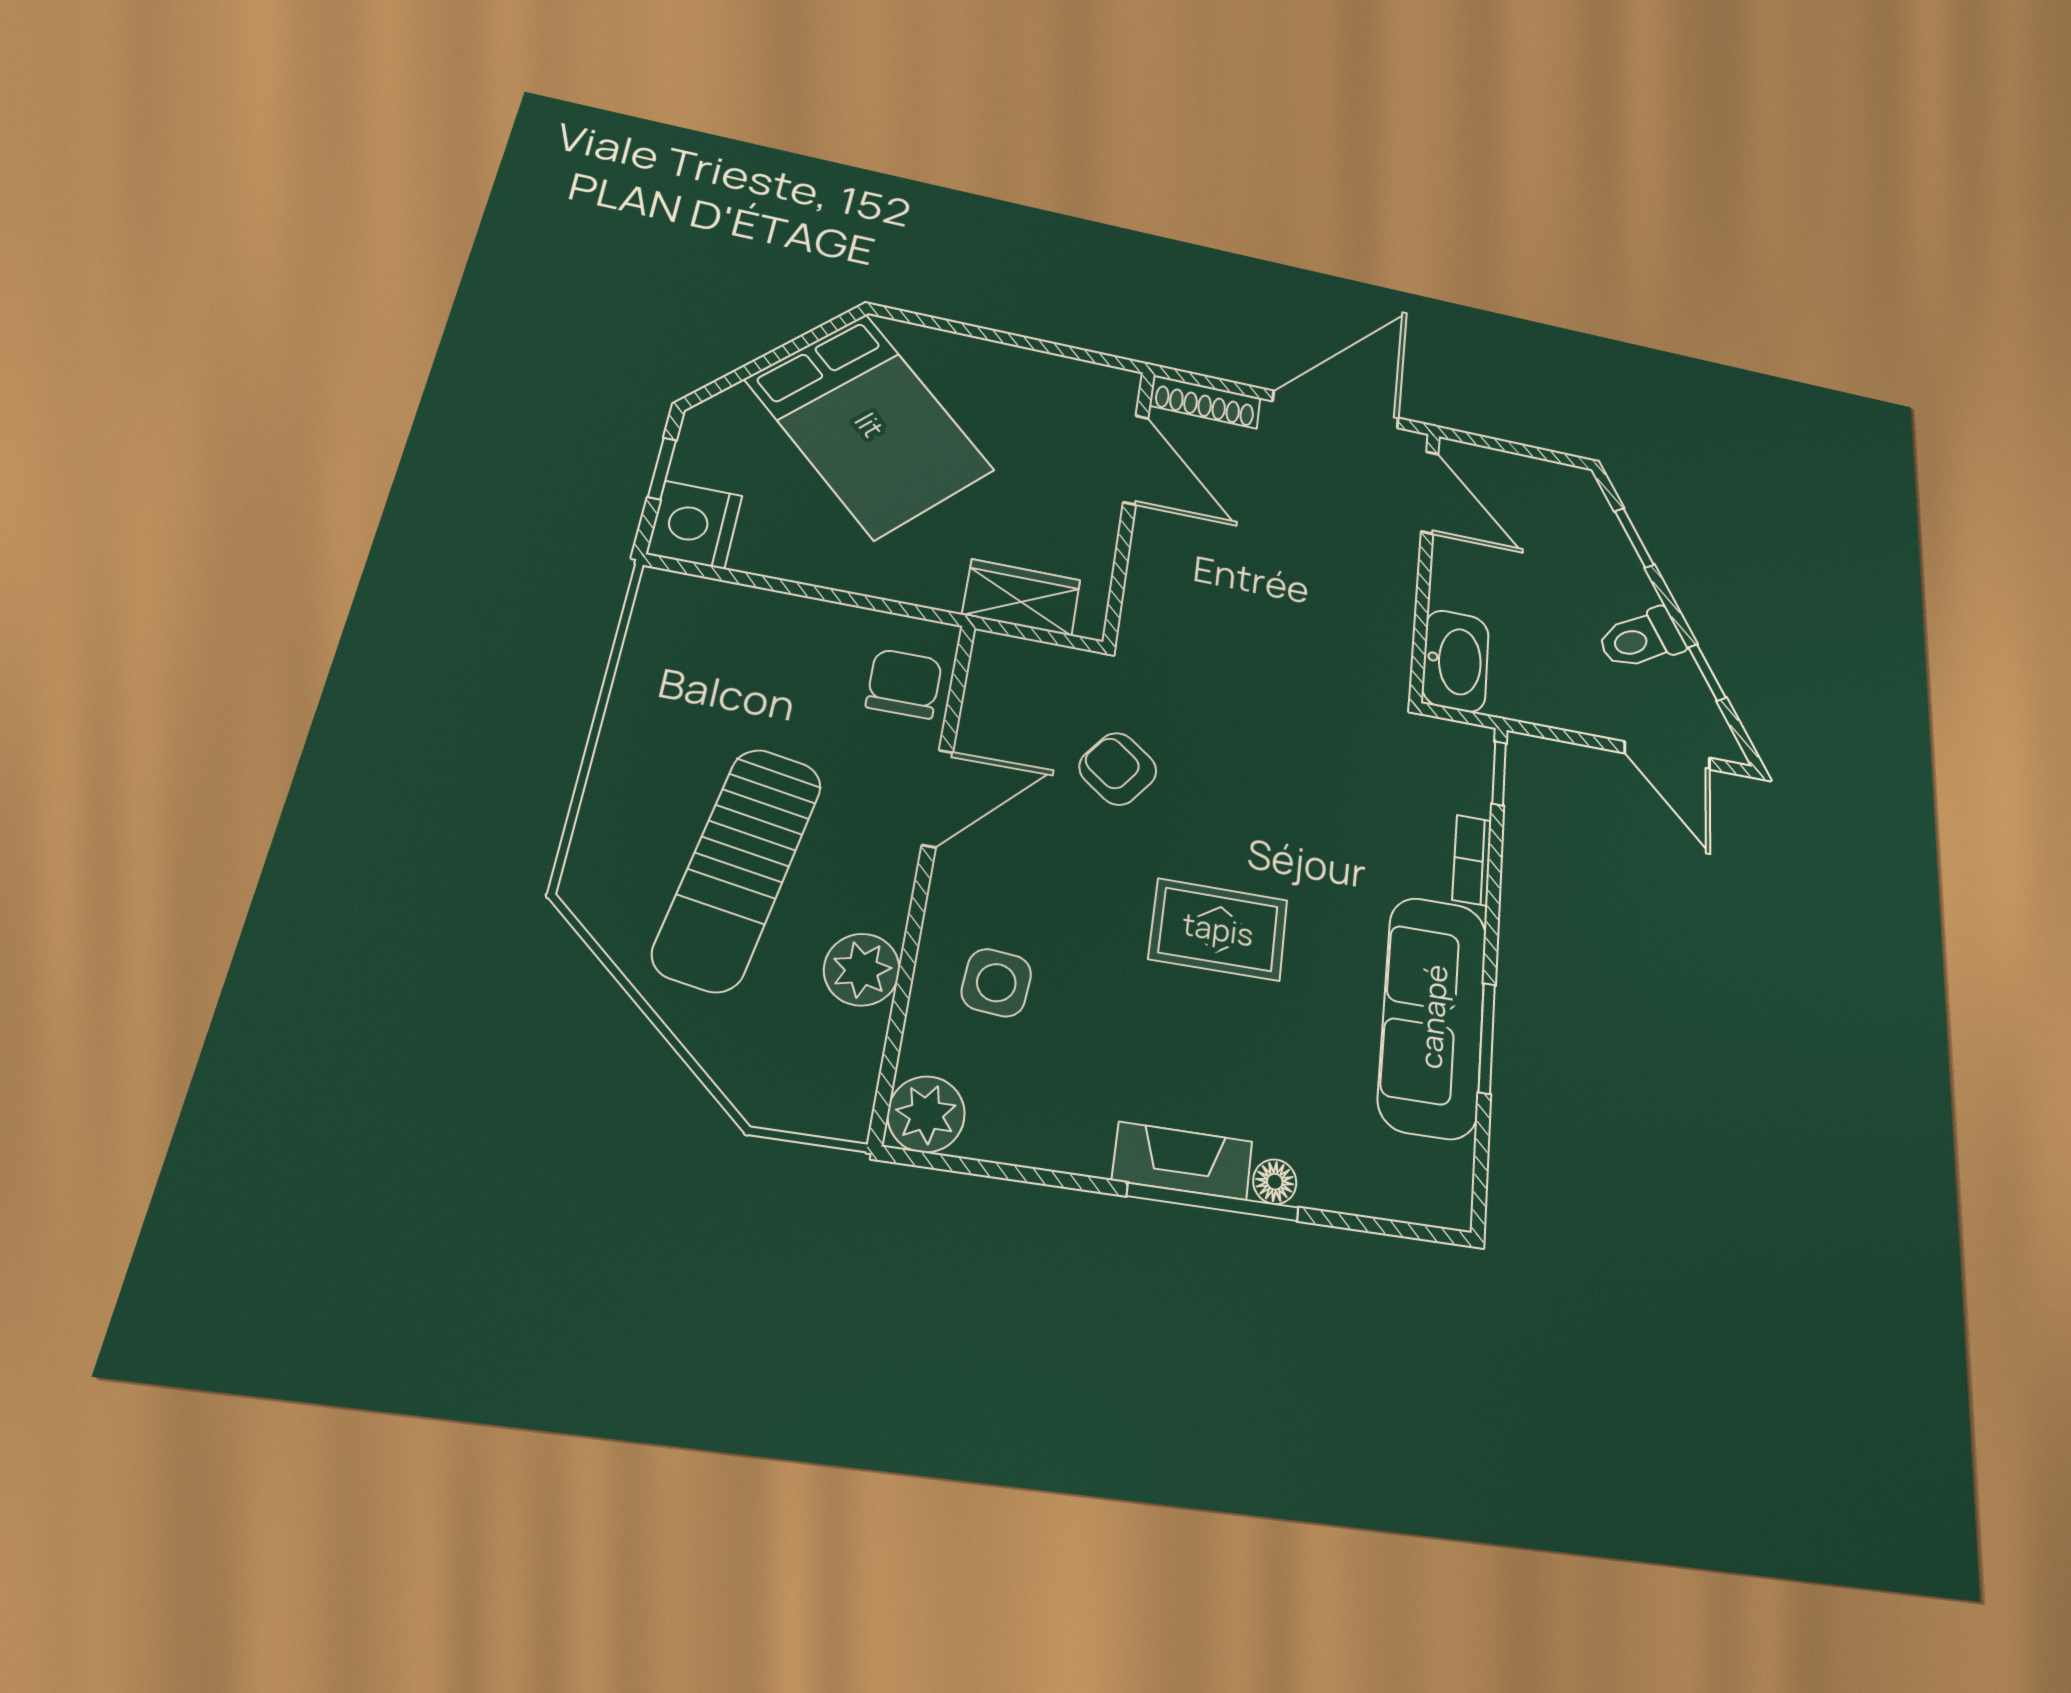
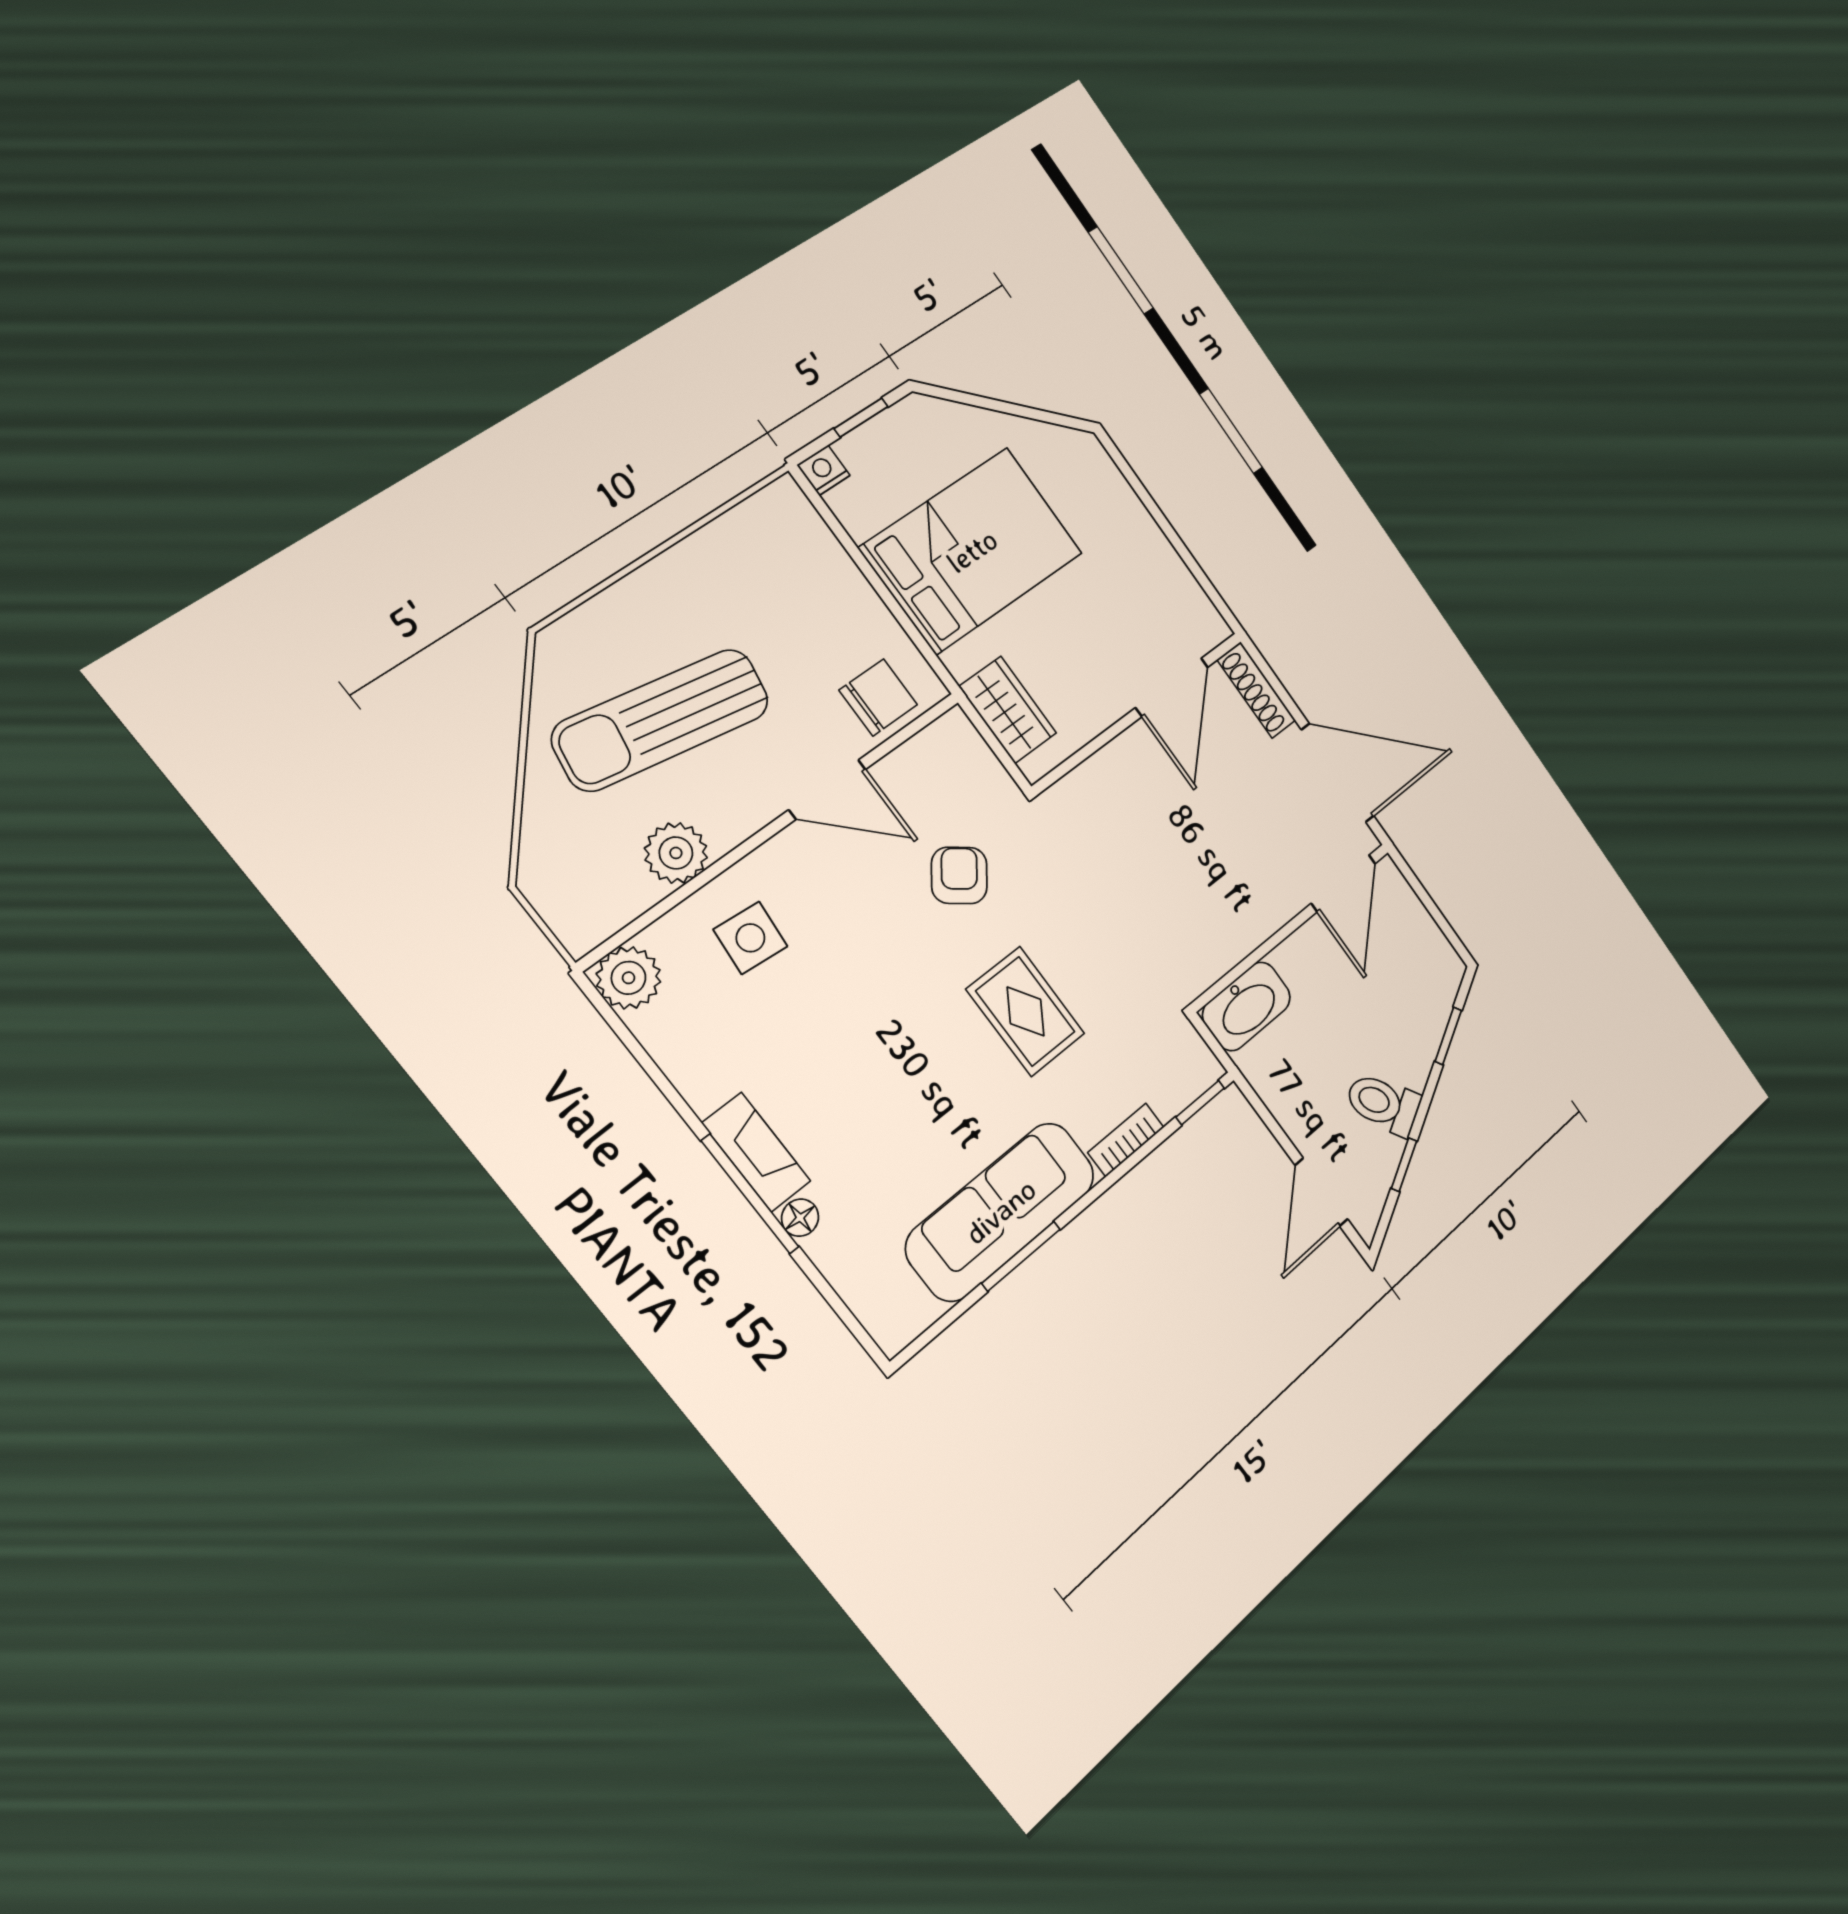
bed: (870, 425) -> (972, 551), moved, turned -134
nightstand: (694, 525) -> (824, 470), width x0.53, depth x0.56
rug: (1218, 929) -> (1026, 1011), moved

